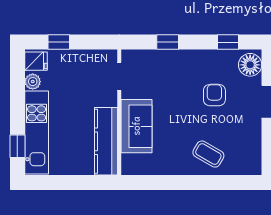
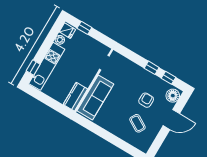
window: (168, 42) -> (152, 68), moved
sofa: (136, 126) -> (95, 97), width x1.36
kitchen counter: (106, 141) -> (75, 97), width x0.67
coffee table: (208, 154) -> (137, 123), moved

